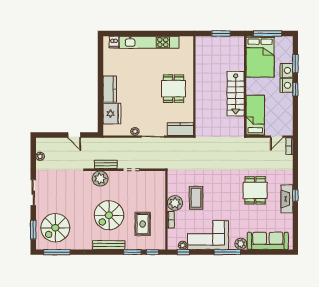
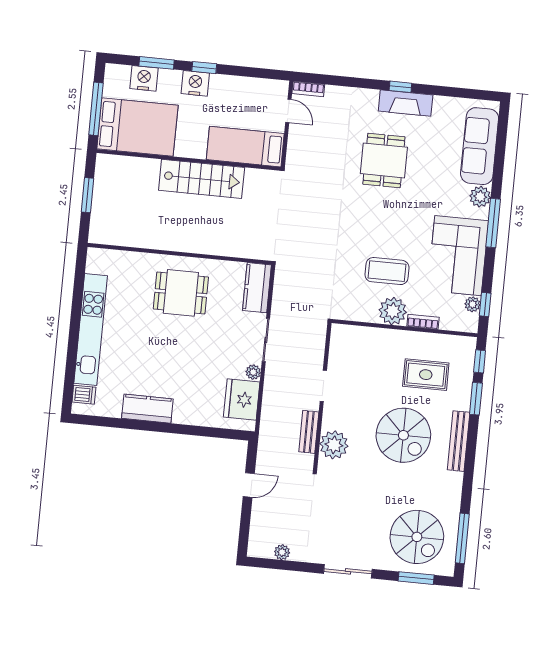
nightstand: (286, 70) -> (144, 78), moved
kitchen counter: (110, 89) -> (147, 409), moved
fridge: (112, 114) -> (242, 400), moved, turned -90
dining table: (255, 190) -> (384, 160), turned 90

